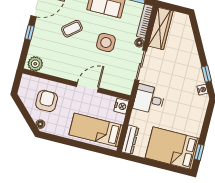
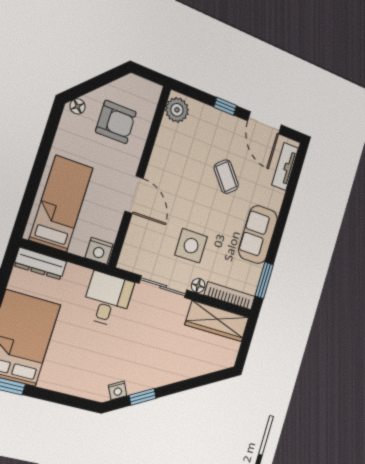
side table: (106, 42) -> (191, 246), moved

